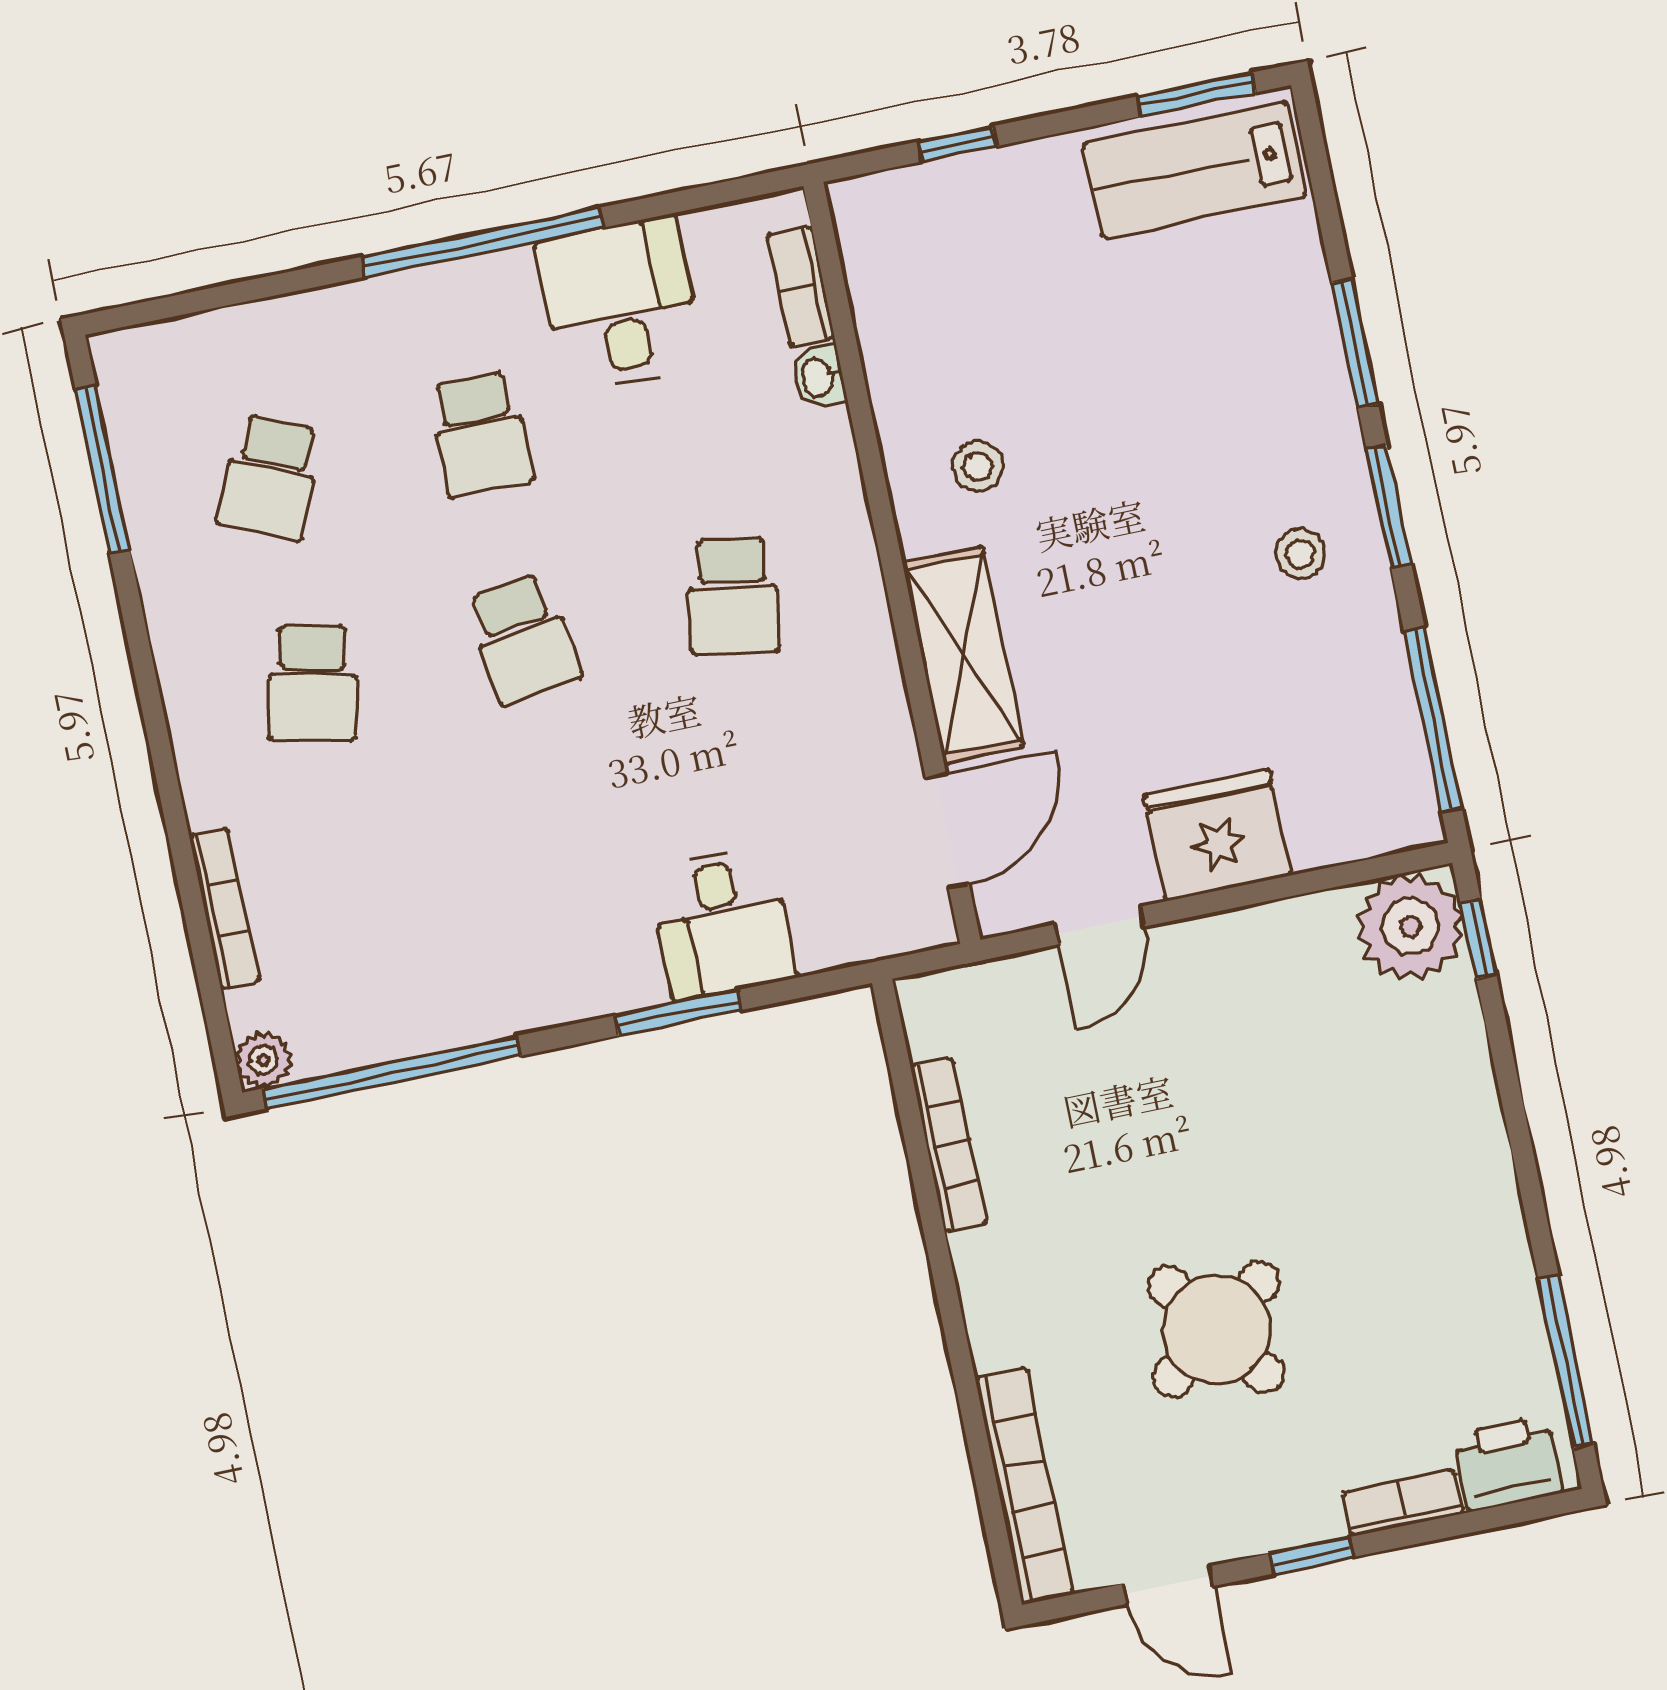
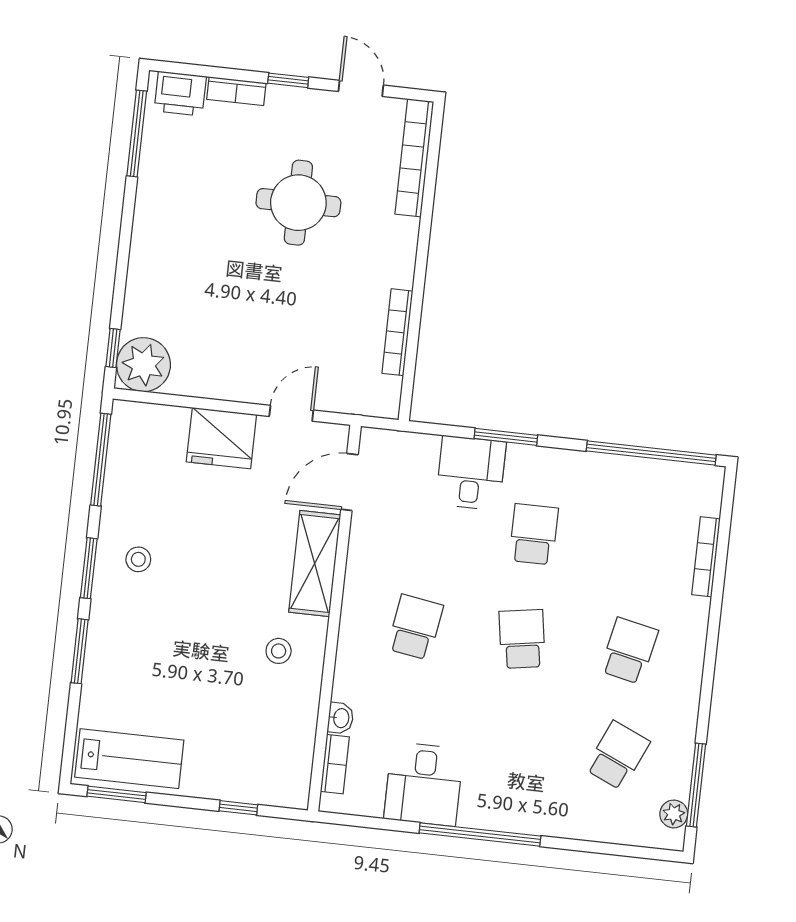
school desk: (480, 434) -> (534, 534), moved
plant: (264, 1060) -> (674, 814), moved
round table: (1216, 1329) -> (298, 203), turned 36

